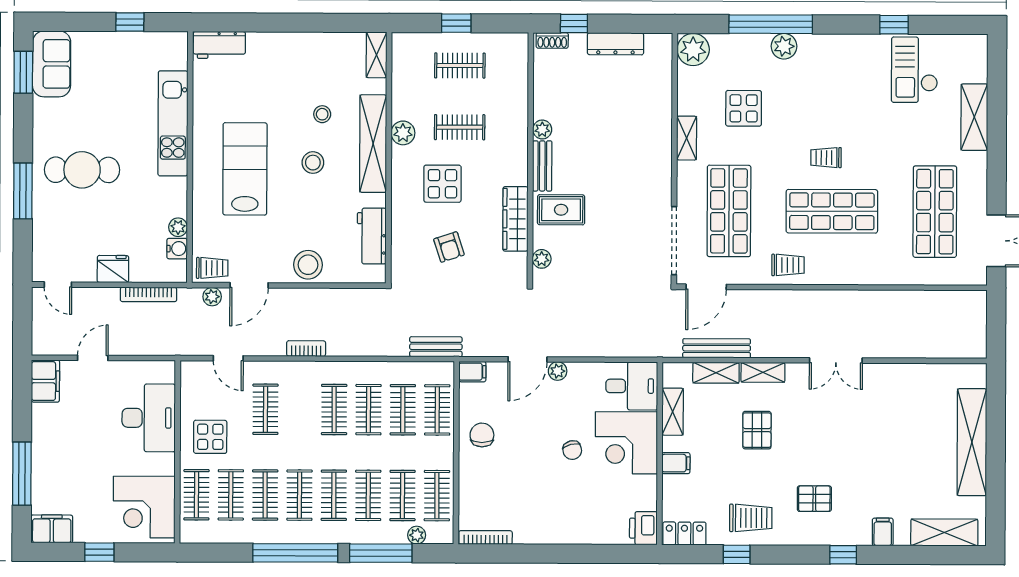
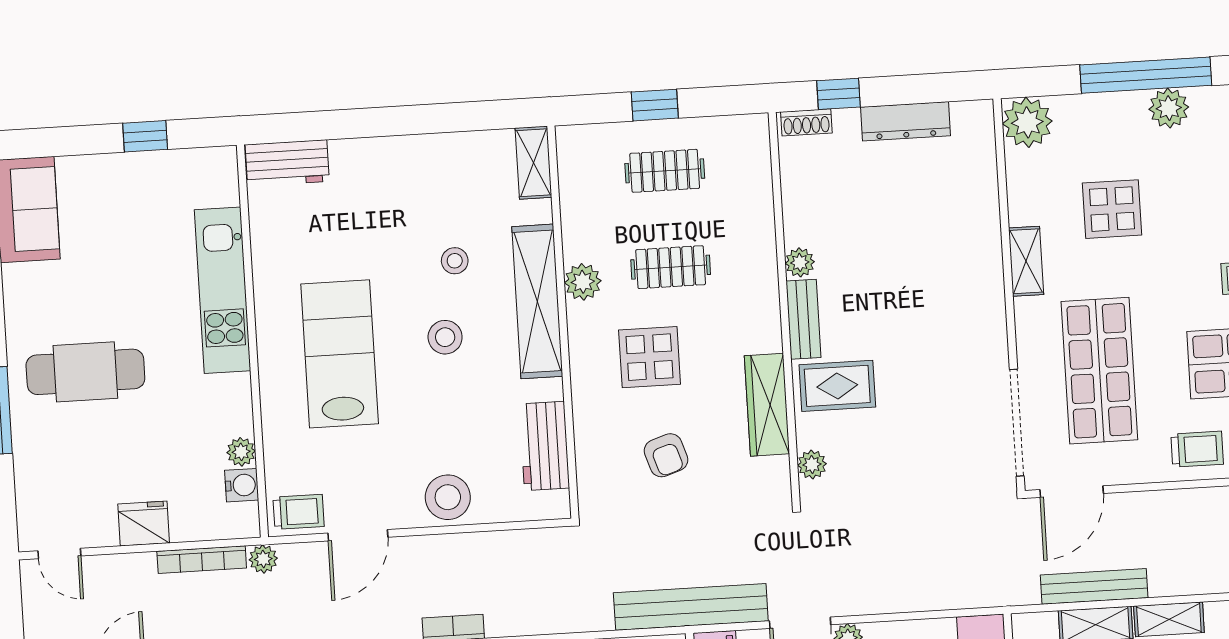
plant: (212, 297) -> (263, 559), moved
bench: (436, 347) -> (691, 607), width x1.86, depth x1.21

